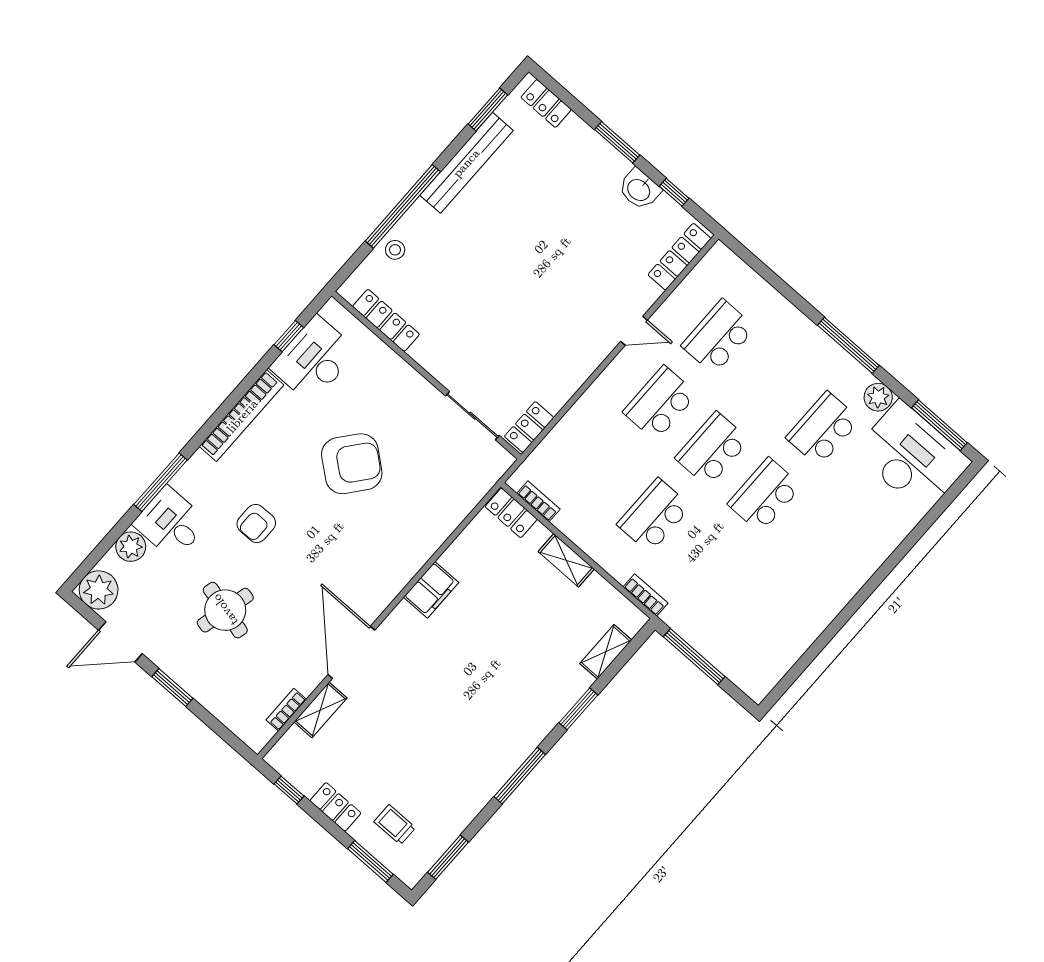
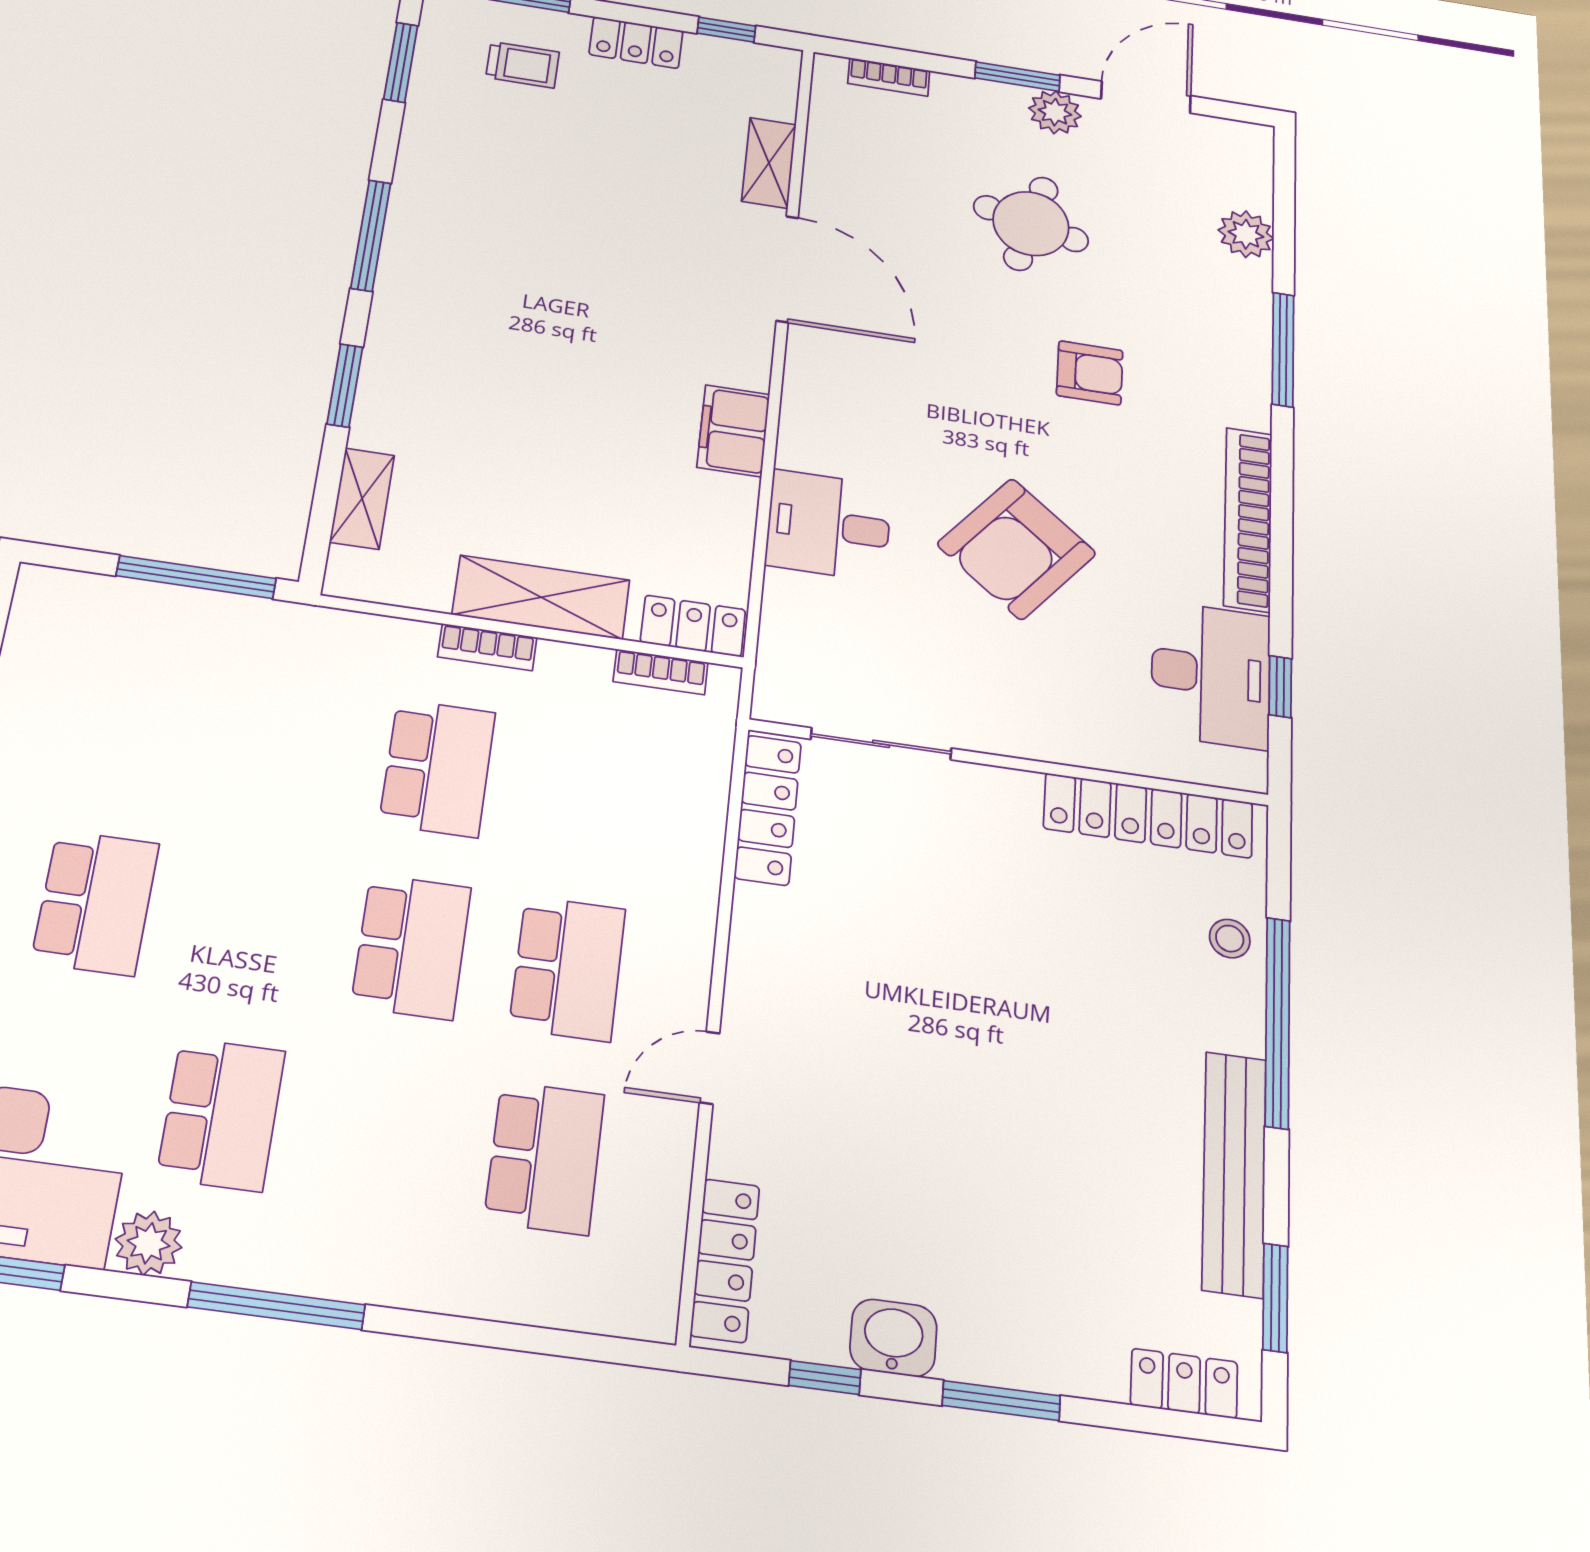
locker: (386, 320) -> (1148, 816), width x1.41, depth x1.21
locker: (529, 427) -> (768, 810), width x1.53
school desk: (765, 495) -> (96, 903), moved
desk: (171, 523) -> (829, 525), moved, turned 180
armchair: (256, 523) -> (1090, 373), turned 90
shelving: (566, 560) -> (541, 597), width x1.50, depth x1.33
plant: (99, 590) -> (1055, 112), moved, width x0.73, depth x0.73
bookcase: (646, 595) -> (487, 647), moved
bookcase: (286, 710) -> (889, 77), moved, turned 90

